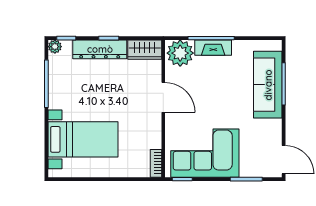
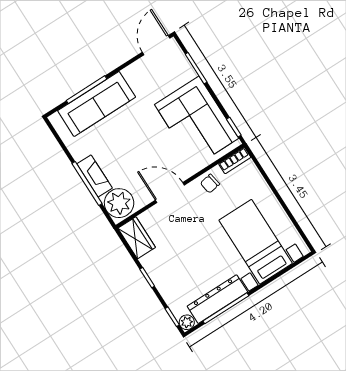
dresser: (100, 49) -> (217, 299), moved, turned -90
door: (163, 97) -> (170, 193), hinge flipped
chair: (150, 133) -> (210, 184), added

